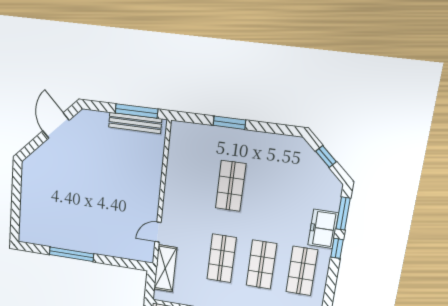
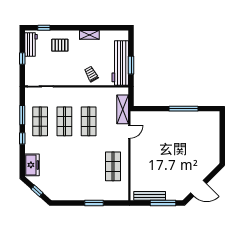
window: (137, 111) -> (163, 203), moved
door: (56, 126) -> (199, 188), hinge flipped
shop shelf: (231, 186) -> (113, 166), moved
window: (343, 214) -> (22, 115), moved
freezer: (323, 229) -> (32, 165), moved

